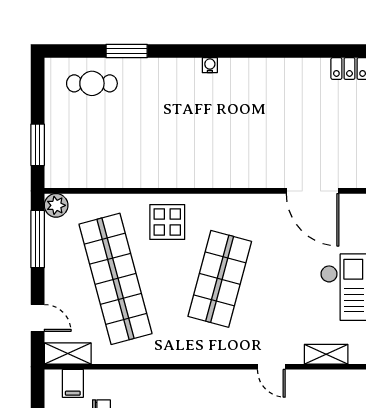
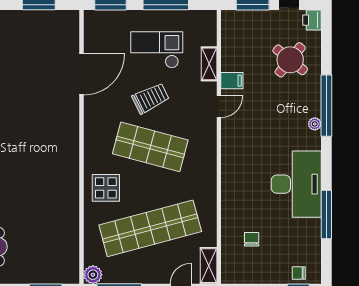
trolley: (282, 279) -> (151, 98), added
filing cabinet: (73, 383) -> (232, 81), moved

